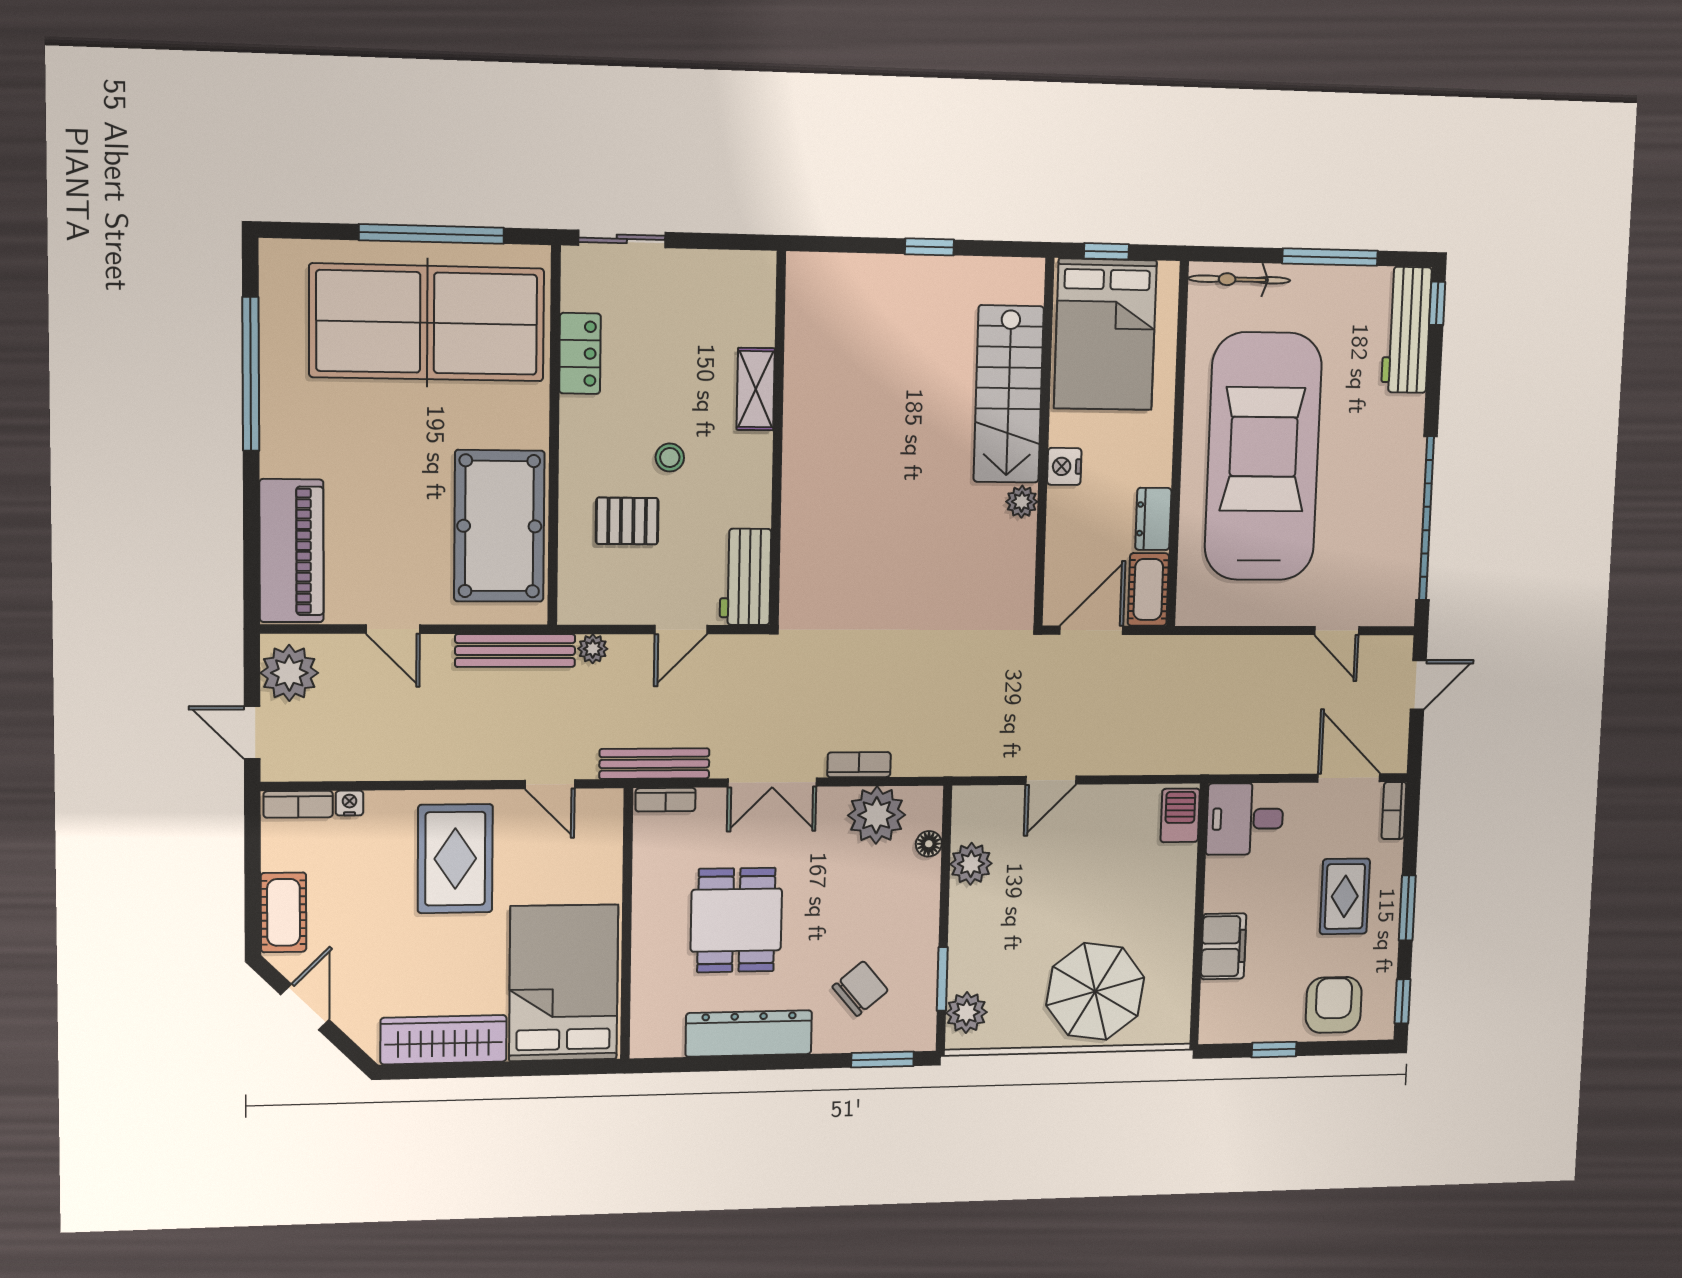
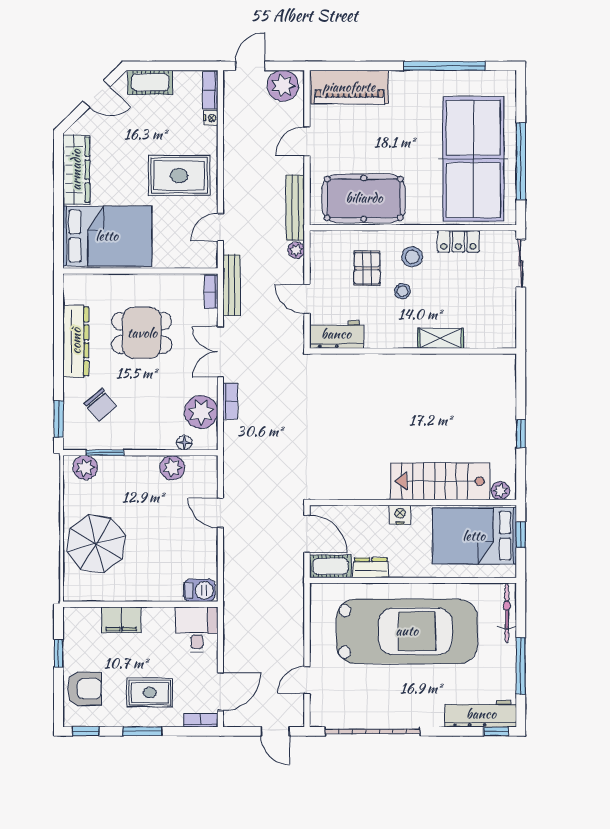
stool: (607, 439) -> (412, 257), added
plant: (1022, 502) -> (500, 491), moved

